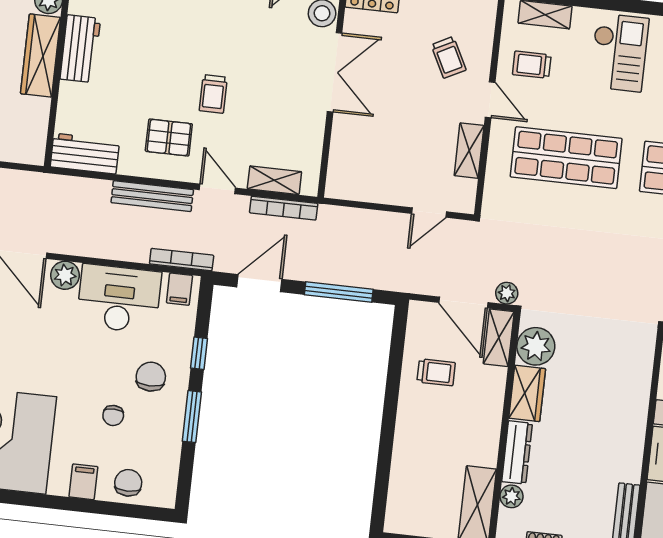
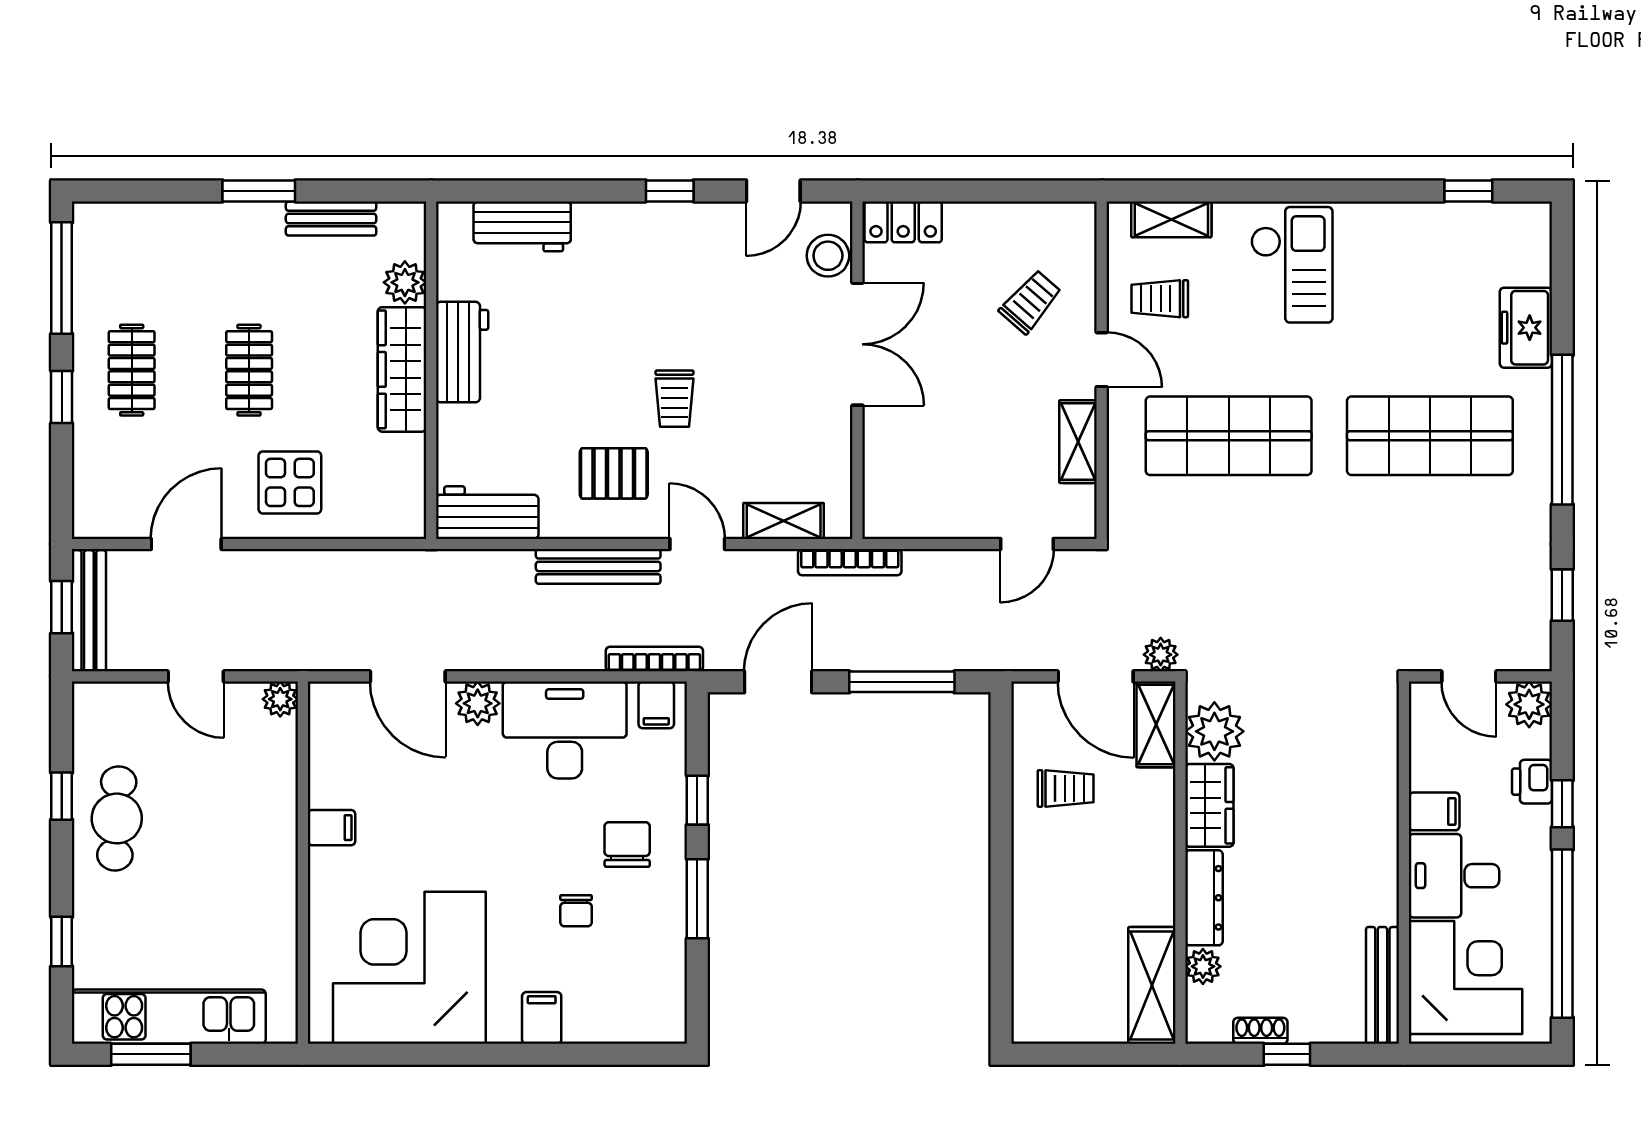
trolley: (449, 57) -> (1030, 302), turned -112
bookcase: (284, 208) -> (850, 562), moved
chair: (128, 483) -> (611, 1012), removed

